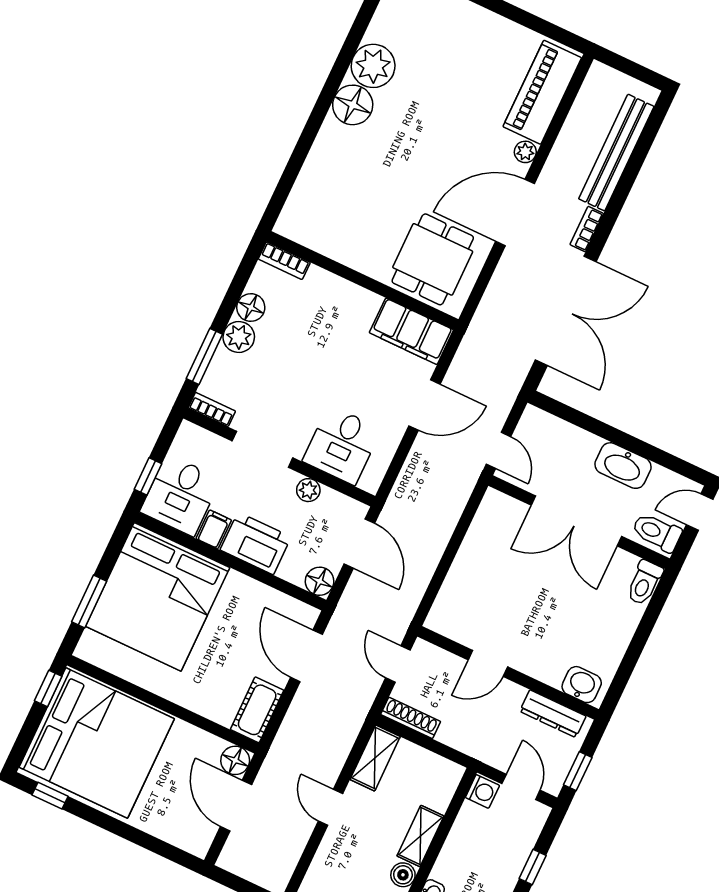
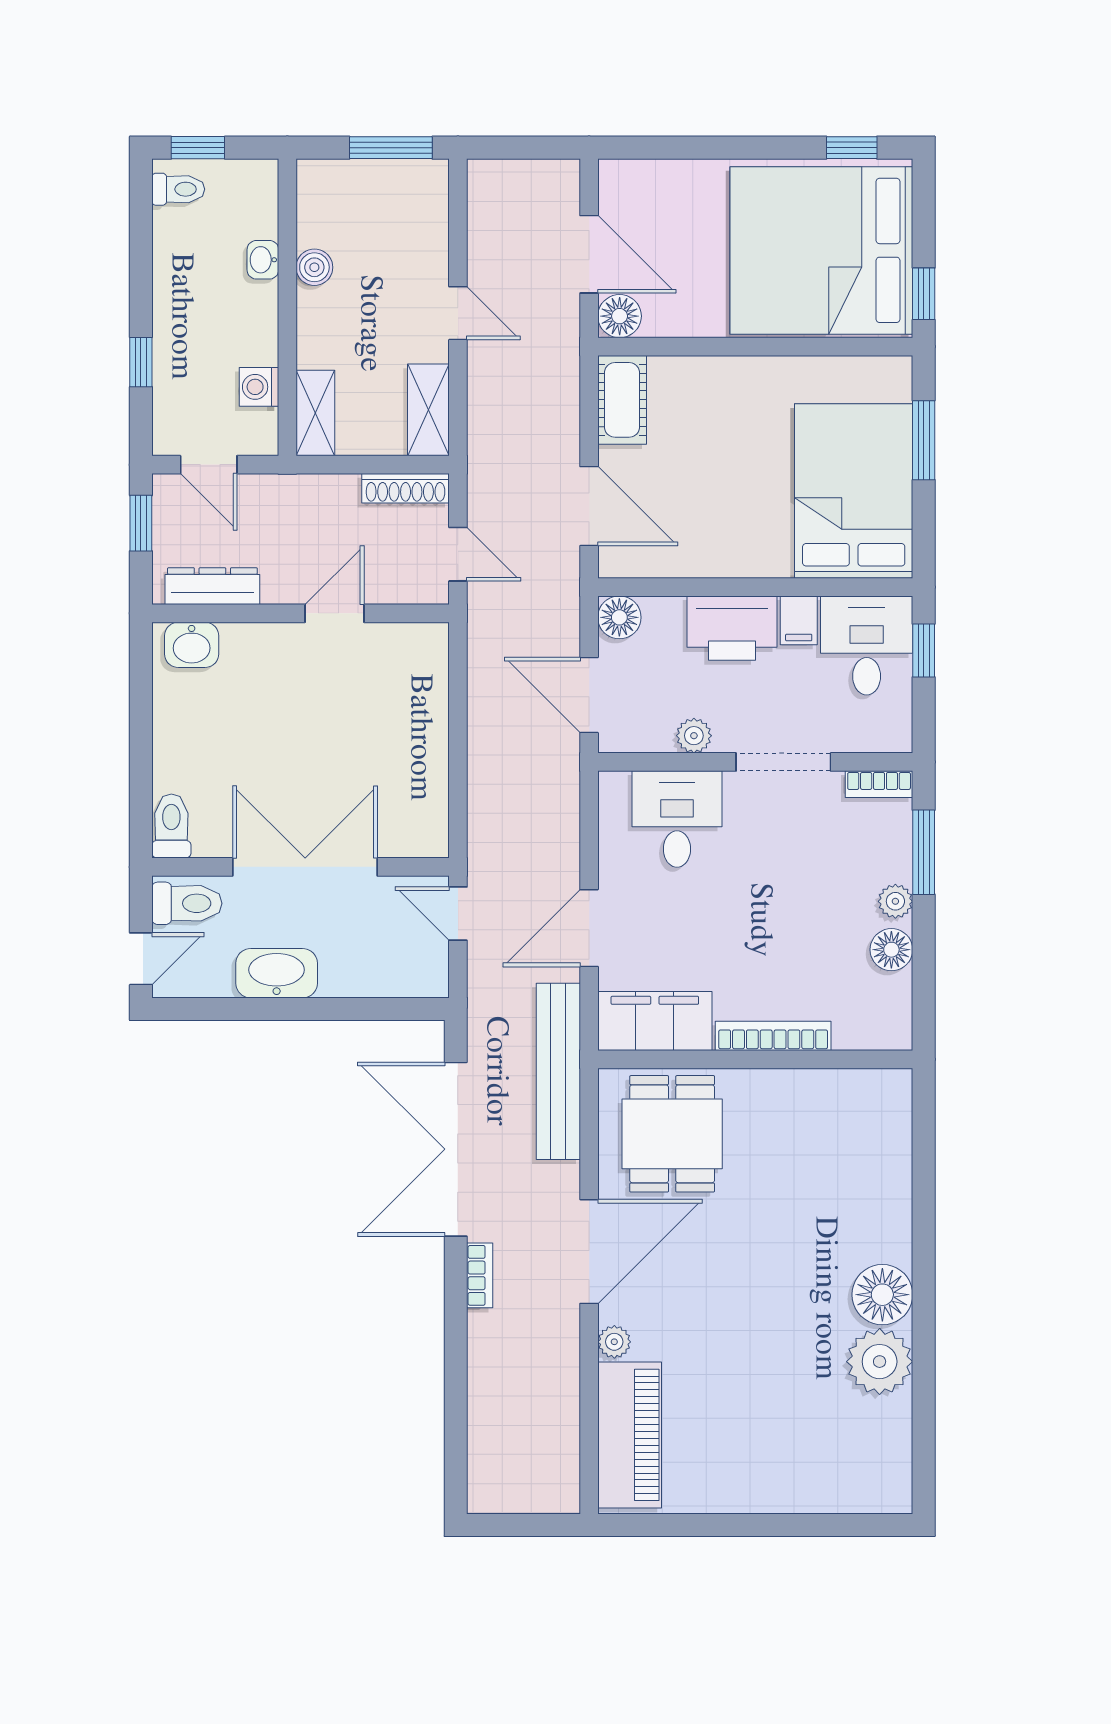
bench: (616, 153) -> (558, 1071), moved
bookcase: (284, 261) -> (773, 1036), moved, width x1.56
plant: (239, 337) -> (895, 901), width x0.73, depth x0.73
bed: (158, 597) -> (854, 491), width x0.73
washing machine: (482, 791) -> (259, 387), moved
shelving: (420, 836) -> (315, 413), moved

